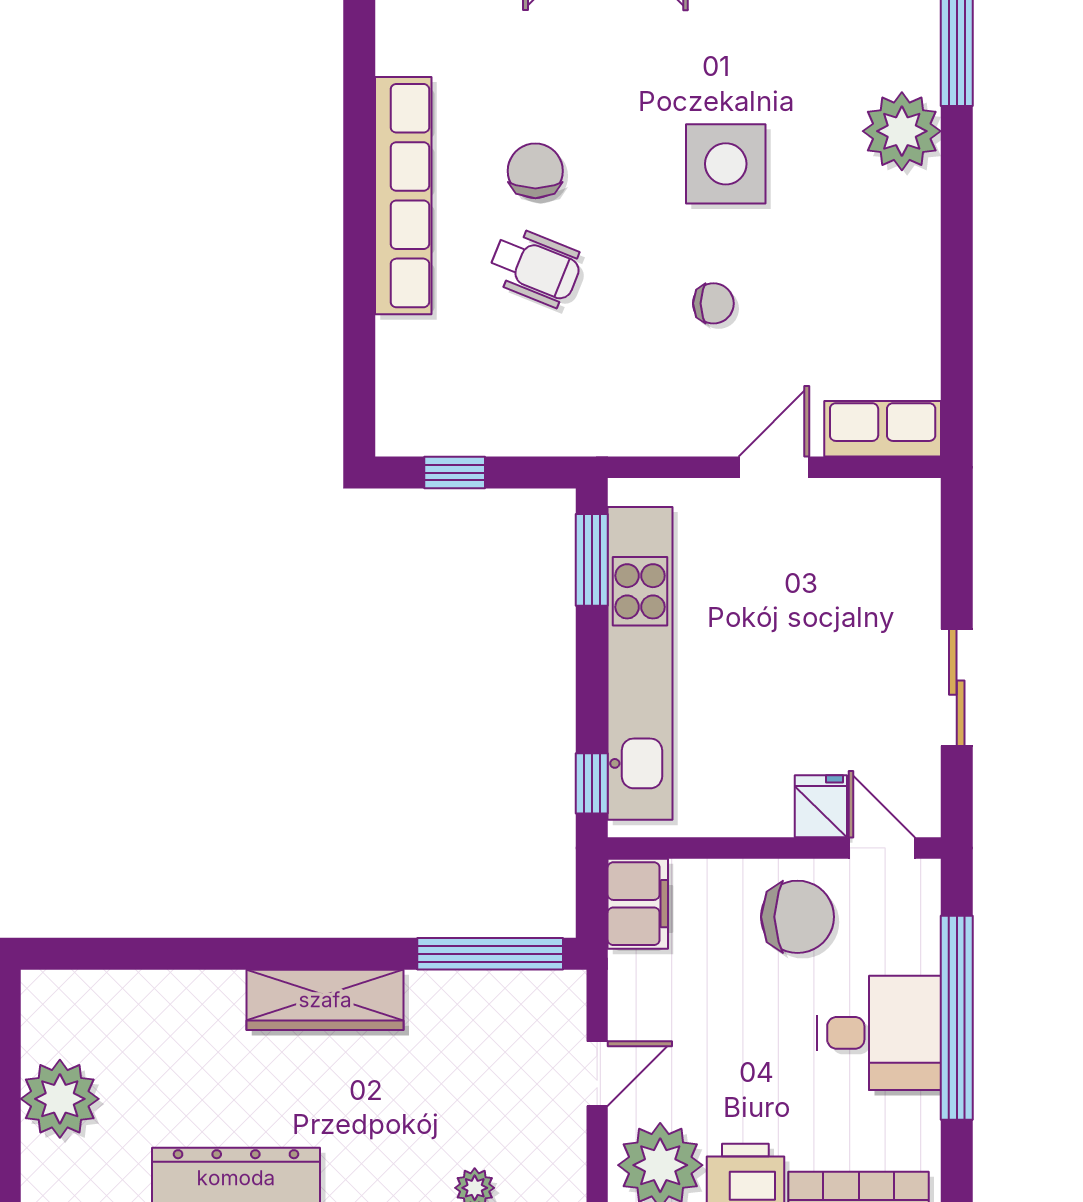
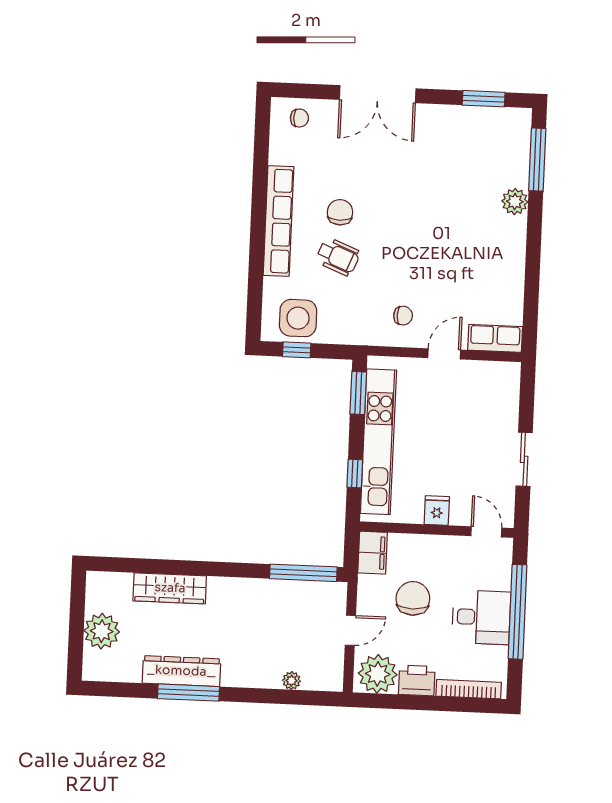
plant: (902, 131) -> (515, 202), width x0.73, depth x0.73
side table: (726, 164) -> (298, 318), moved
chair: (713, 303) -> (403, 316), moved
window: (592, 783) -> (355, 473), moved
fridge: (821, 806) -> (437, 510), moved
chair: (797, 917) -> (413, 598), moved, turned -90
wardrobe: (325, 1000) -> (170, 588), moved

